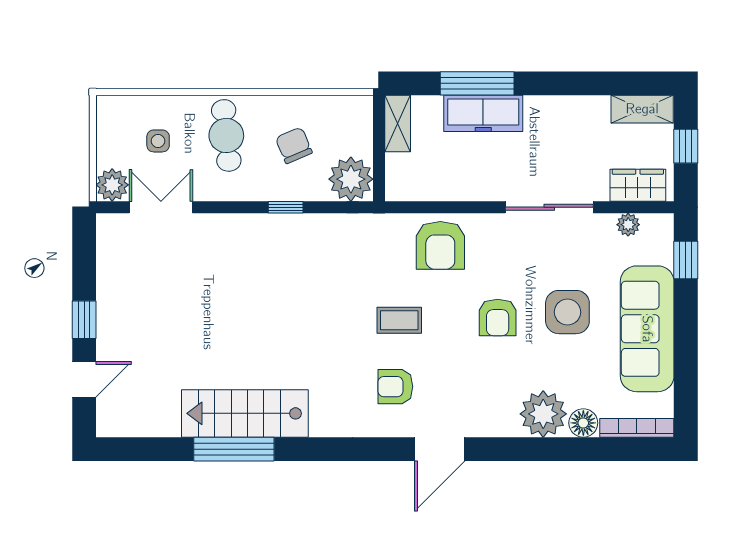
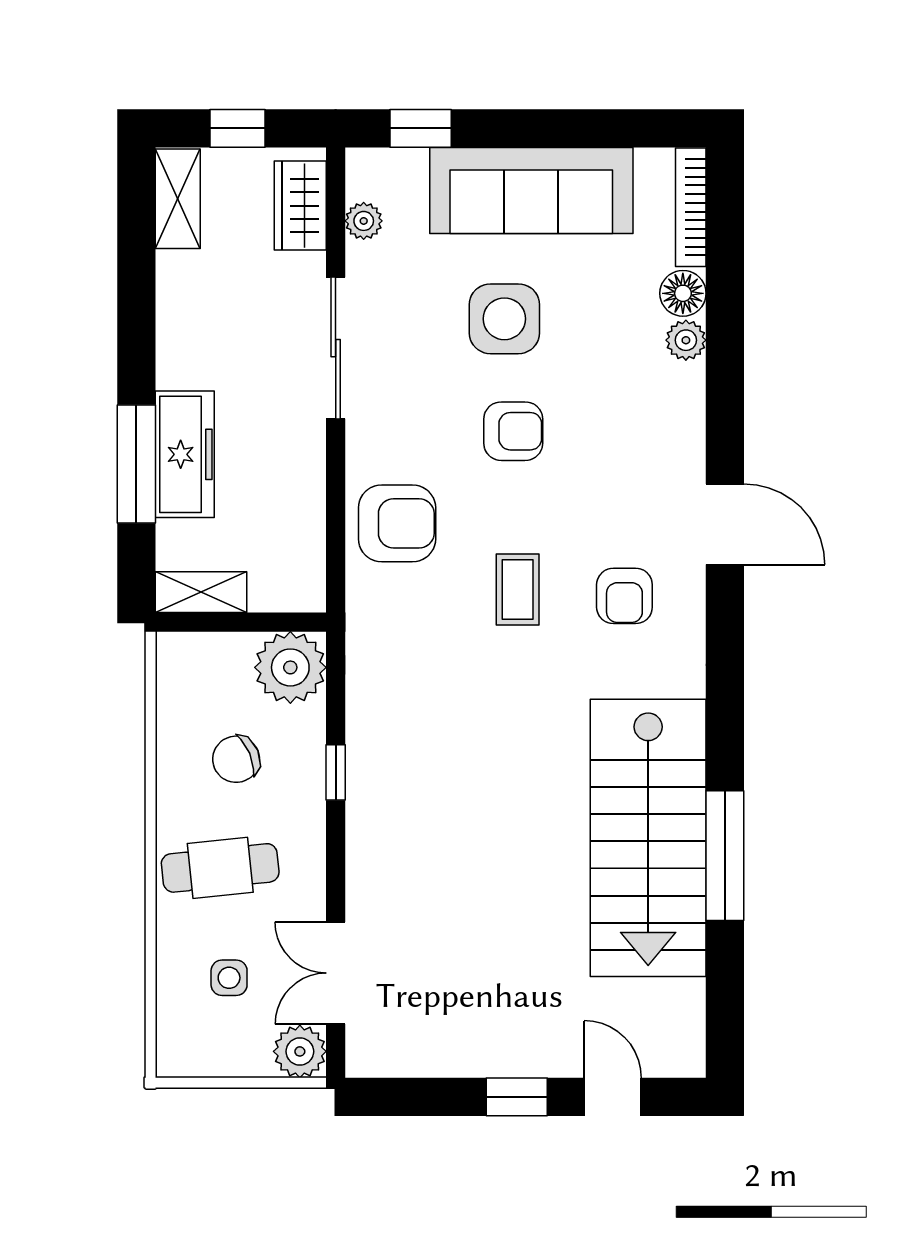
stairs: (245, 413) -> (648, 838), width x1.36, depth x1.51
plant: (543, 414) -> (686, 340), width x0.53, depth x0.53

